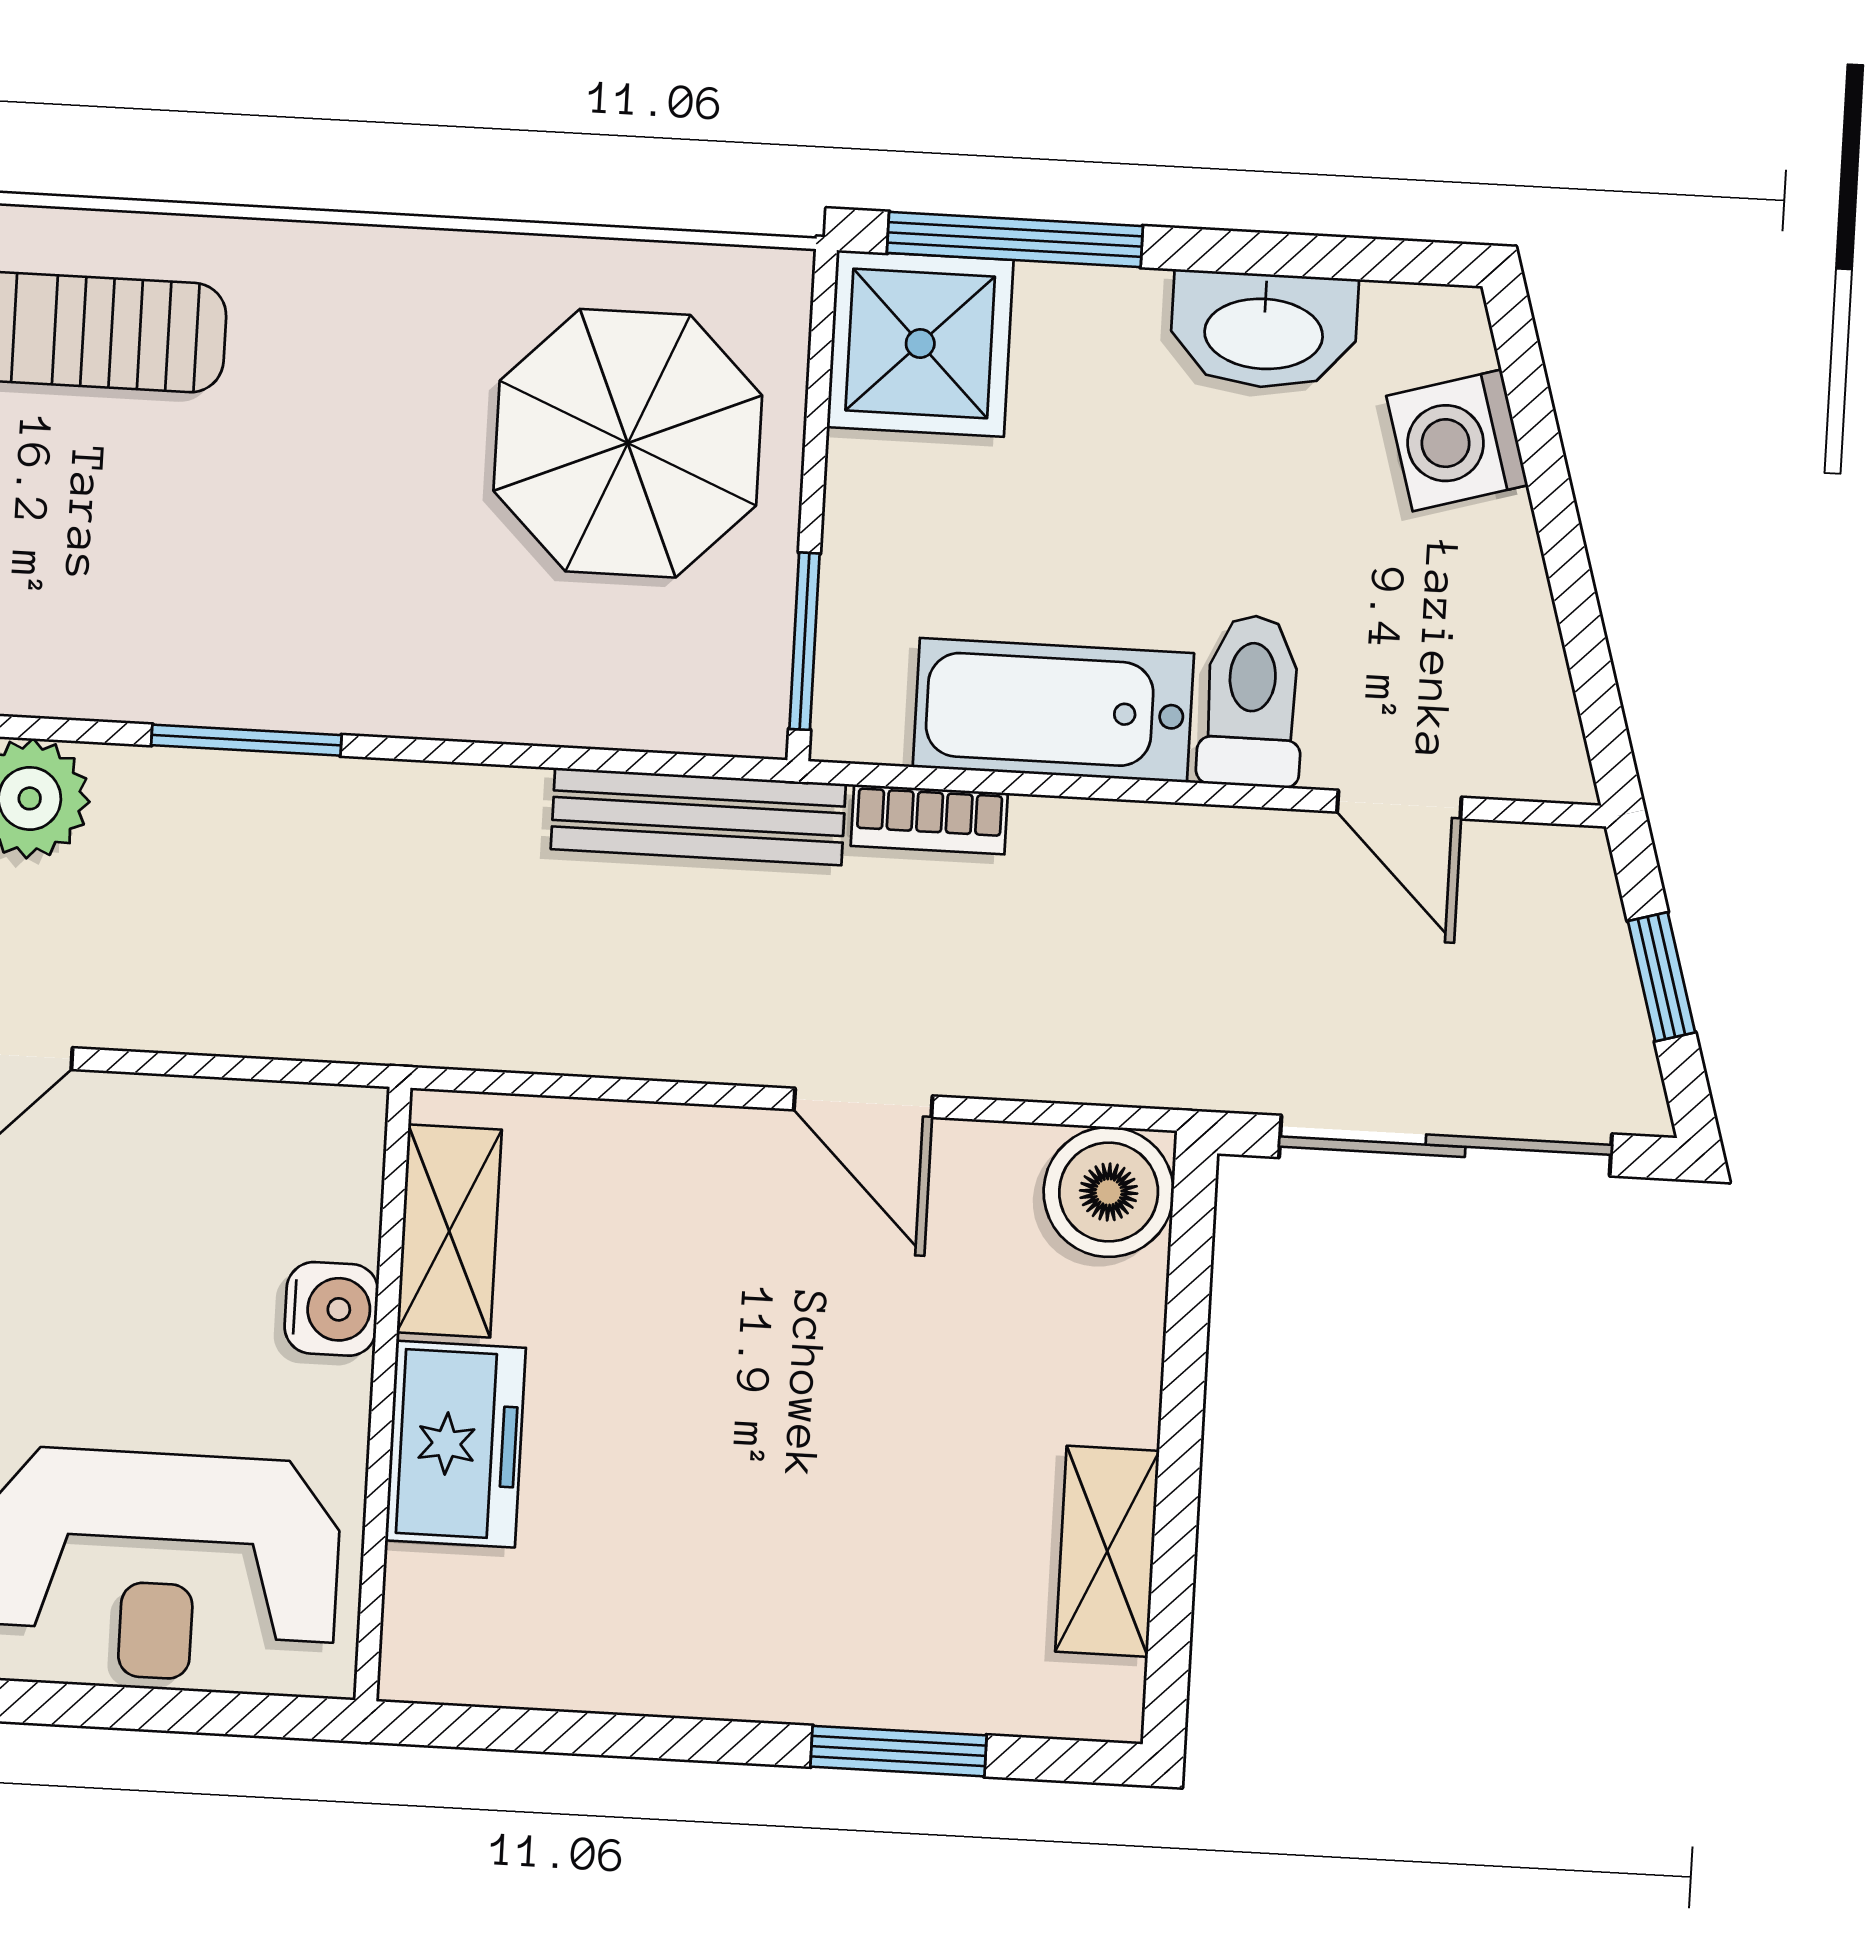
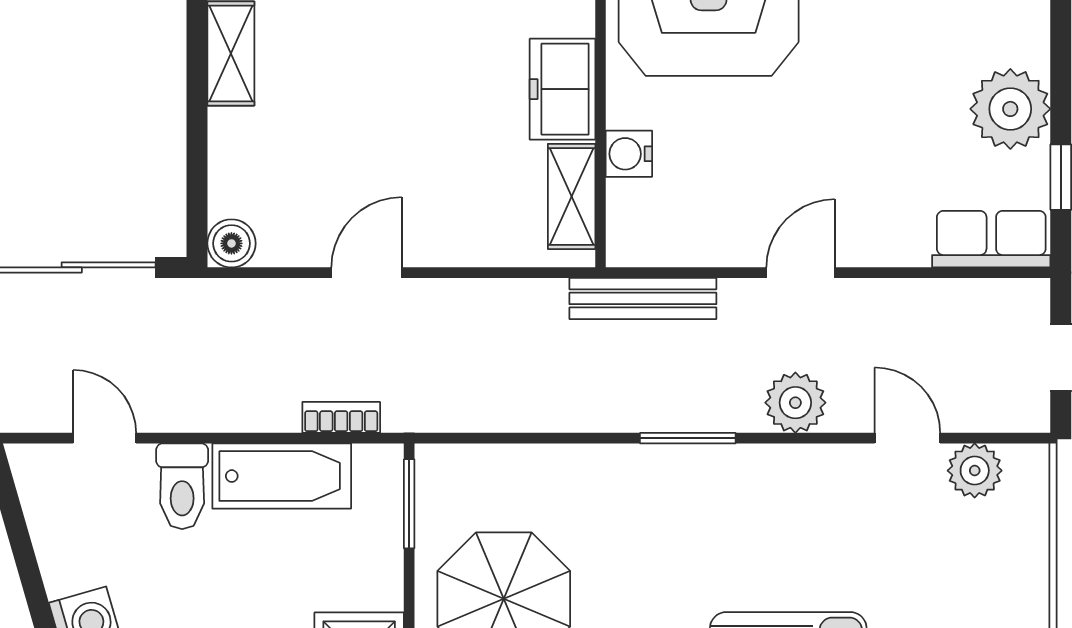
bench: (698, 817) -> (643, 298), moved
door: (863, 1103) -> (367, 273), hinge flipped
boiler: (1109, 1192) -> (231, 243), width x0.73, depth x0.73

